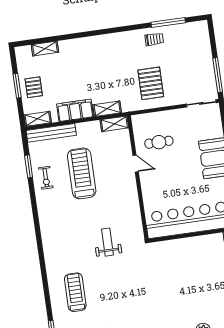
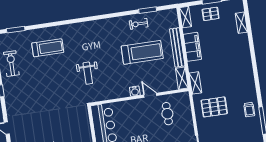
shelving: (107, 109) -> (195, 83), moved
bench: (51, 133) -> (177, 47), moved
door: (136, 164) -> (150, 95), swing flipped
water cooler: (130, 183) -> (135, 91), added
weight bench: (108, 242) -> (88, 73), turned 90

